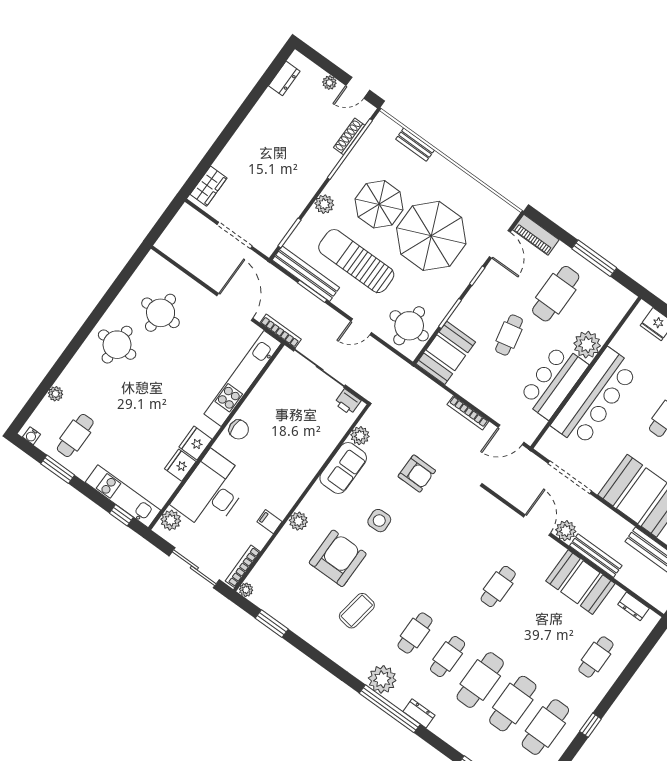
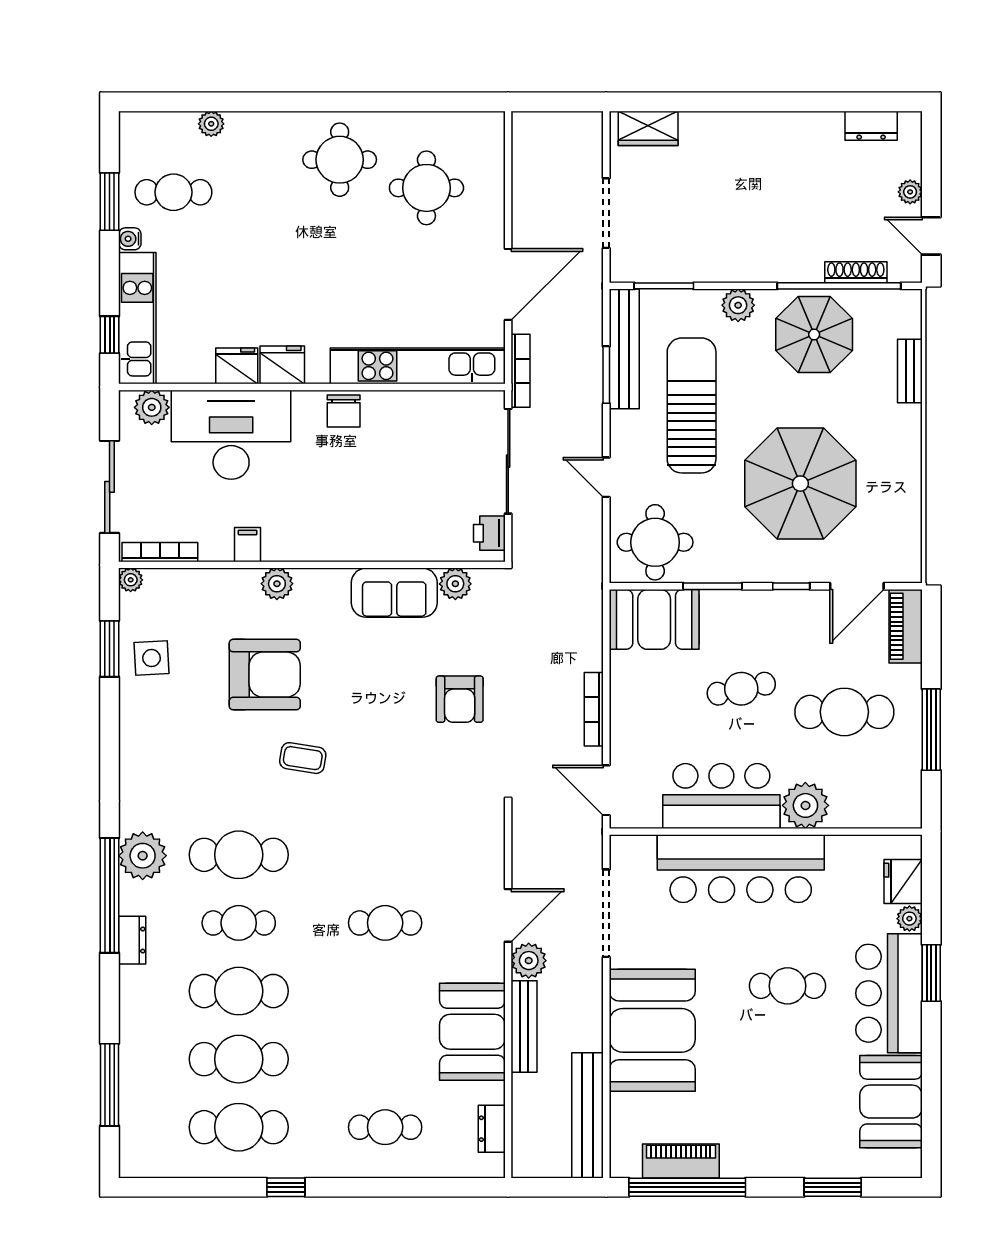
parasol: (379, 204) -> (814, 335), moved
water cooler: (32, 436) -> (130, 239), moved
side table: (379, 521) -> (152, 658), moved
coffee table: (357, 611) -> (303, 758), moved, width x0.73, depth x0.77
cafe table: (415, 633) -> (239, 855), width x1.37, depth x1.35

